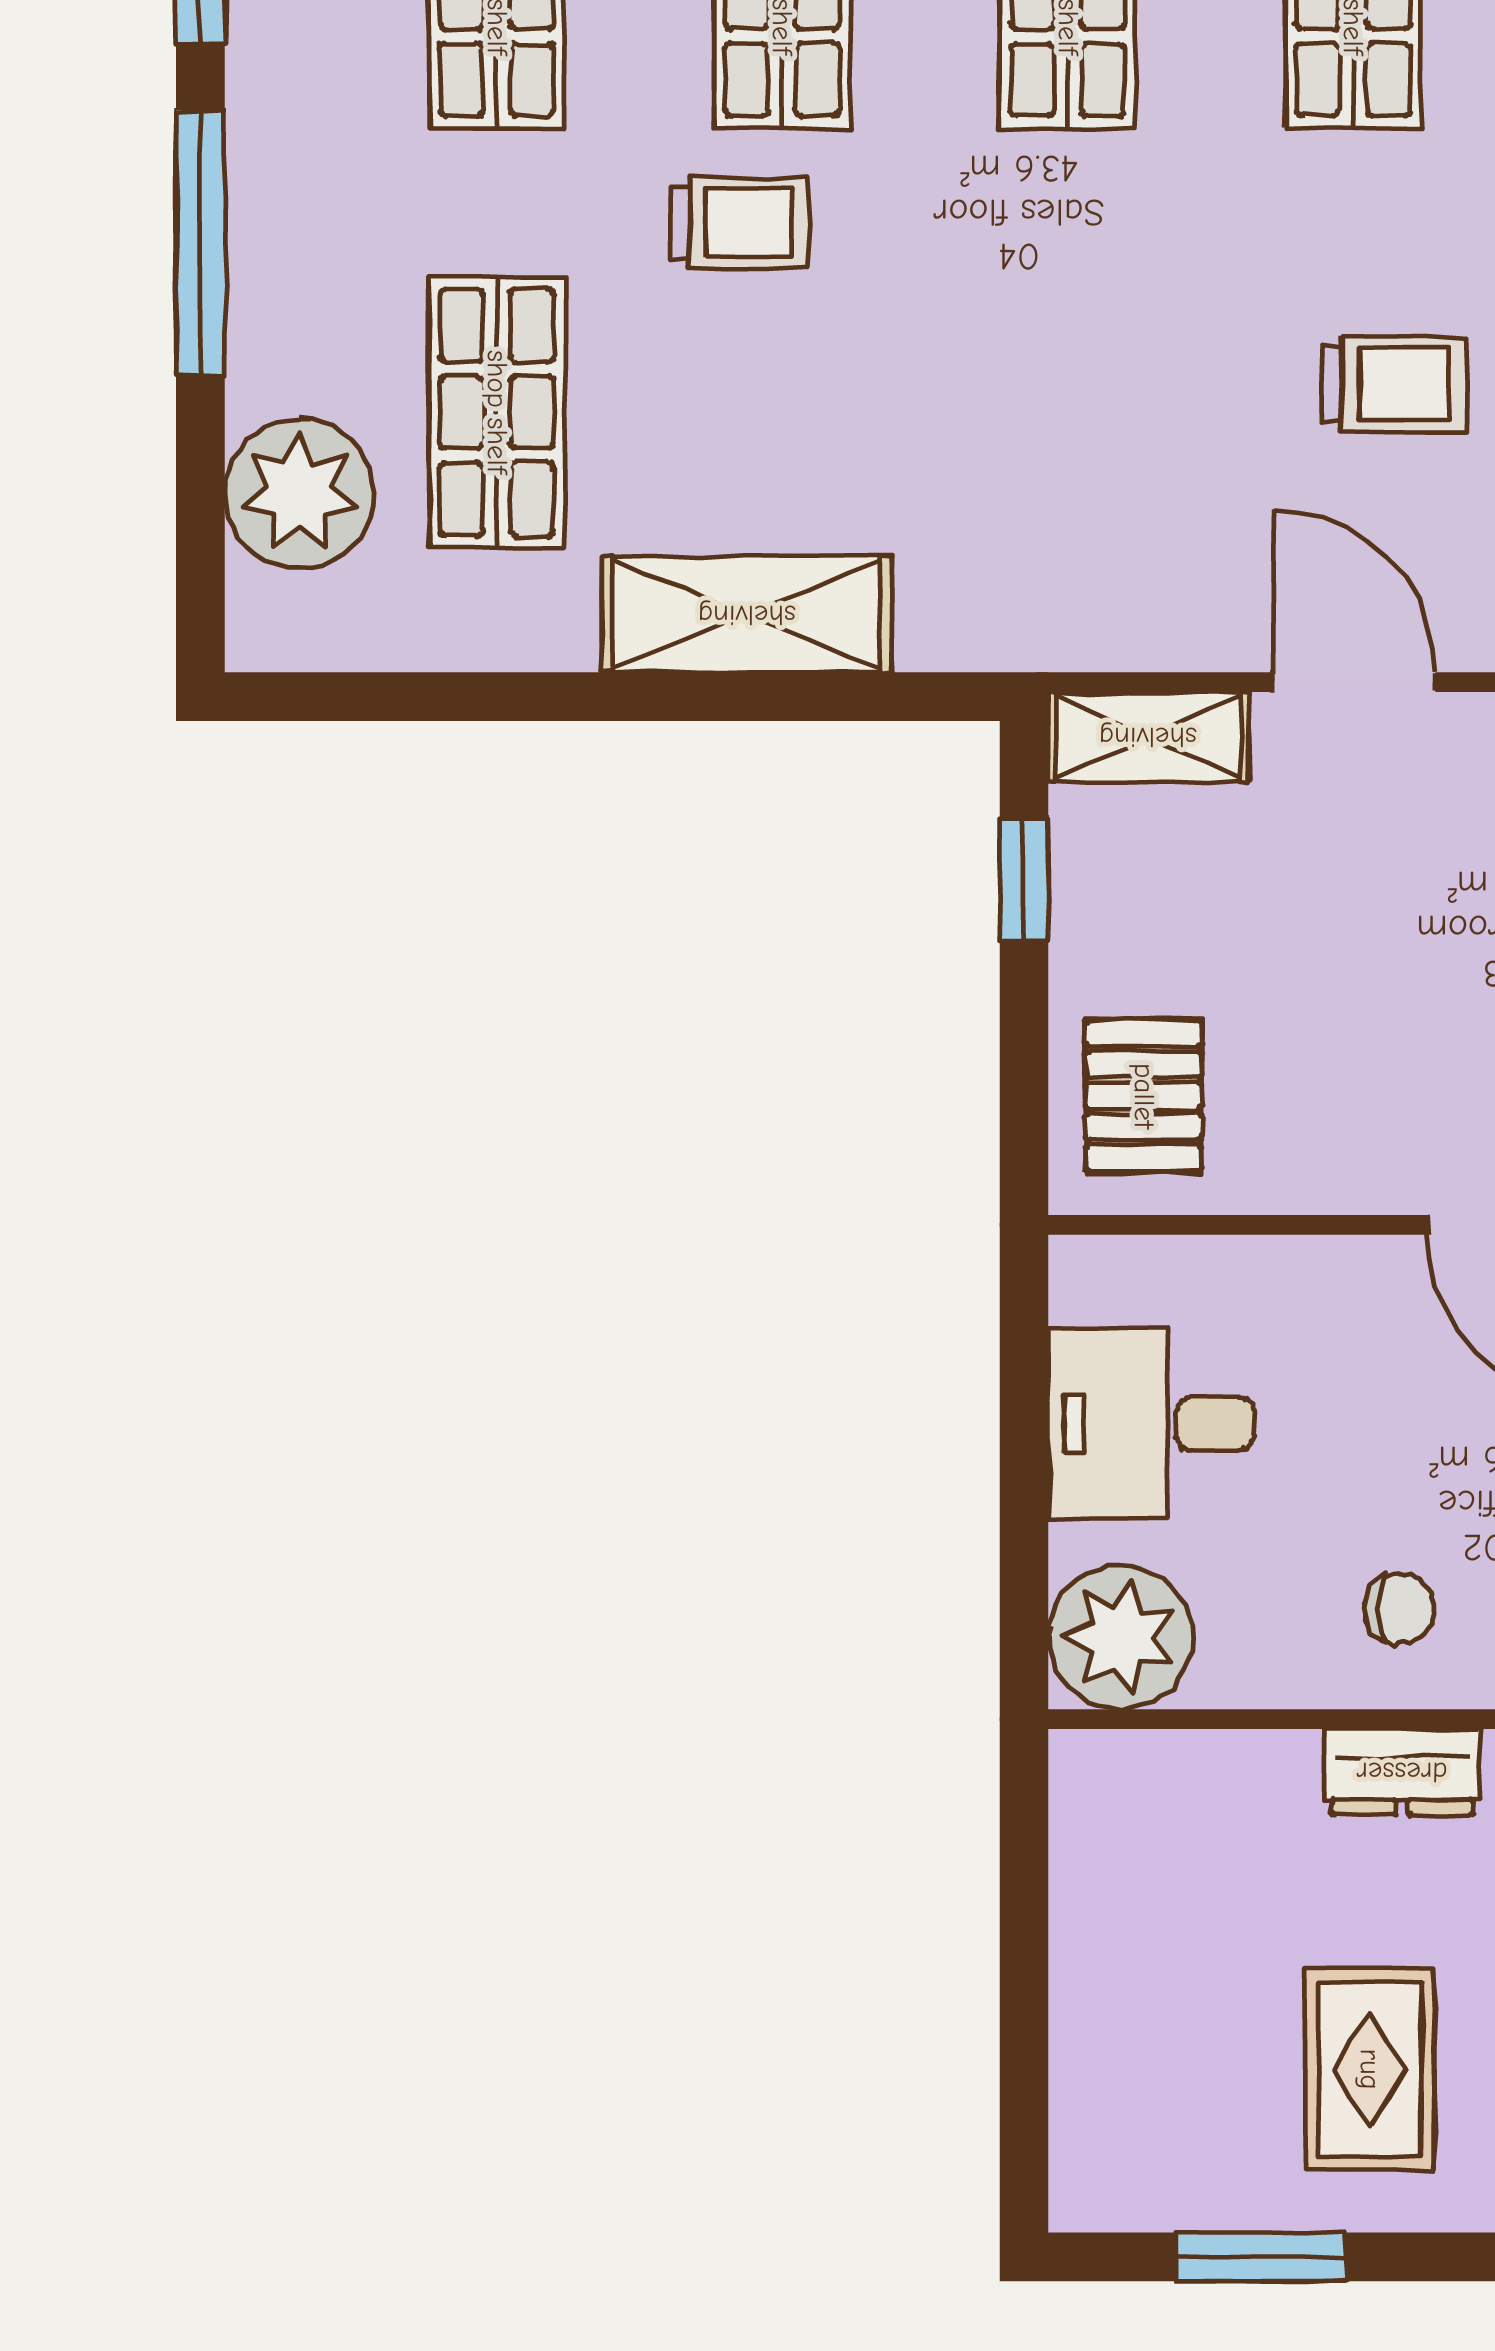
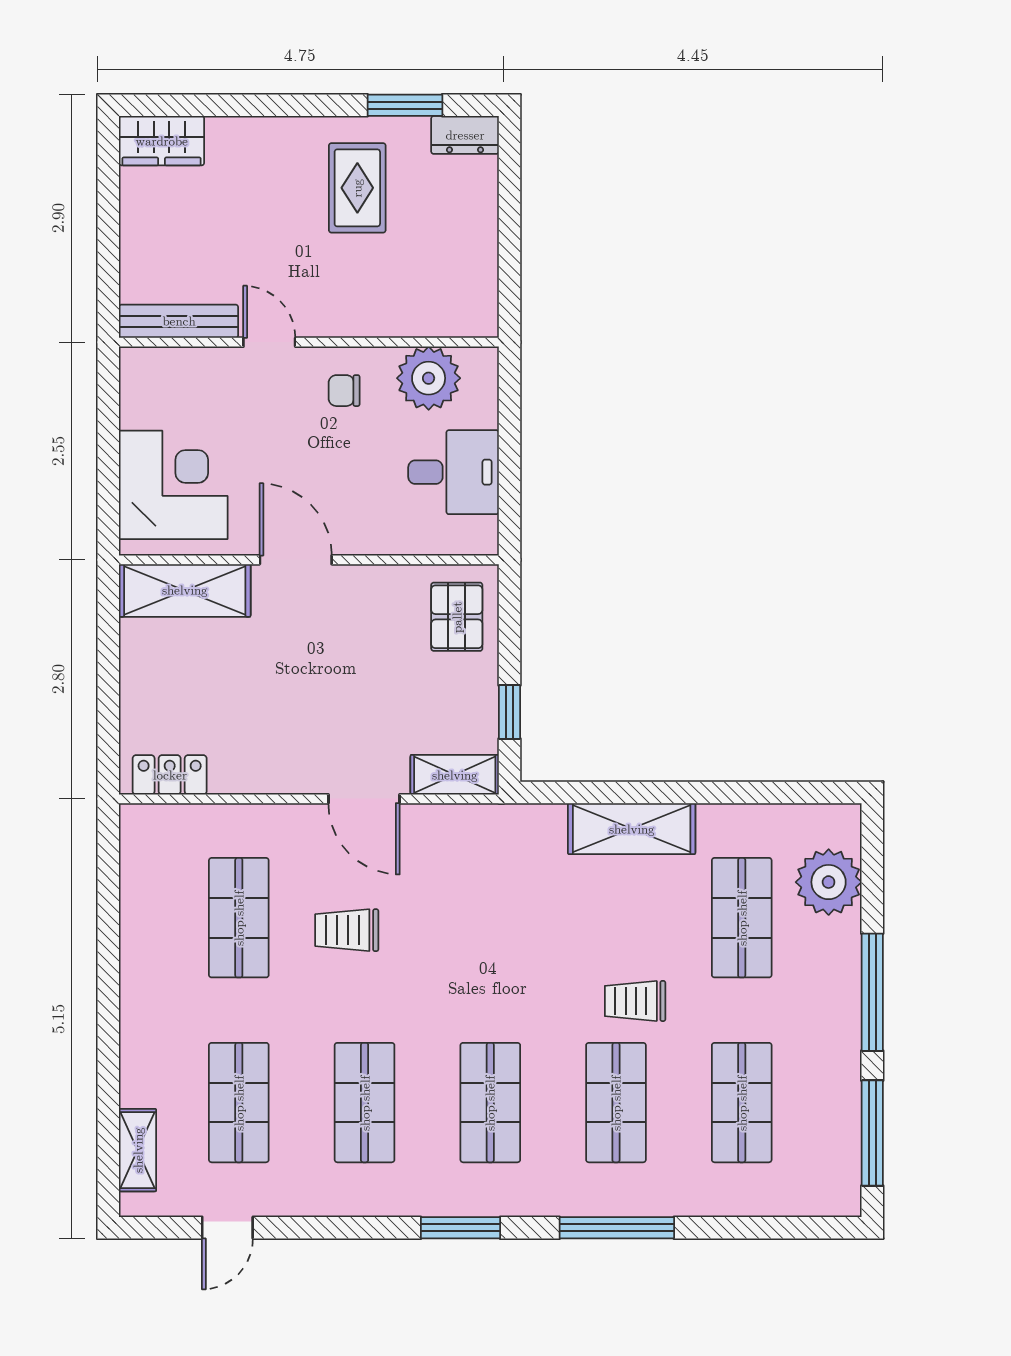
plant: (1120, 1637) -> (429, 378), moved
dresser: (1402, 1772) -> (465, 135), moved, turned 180

